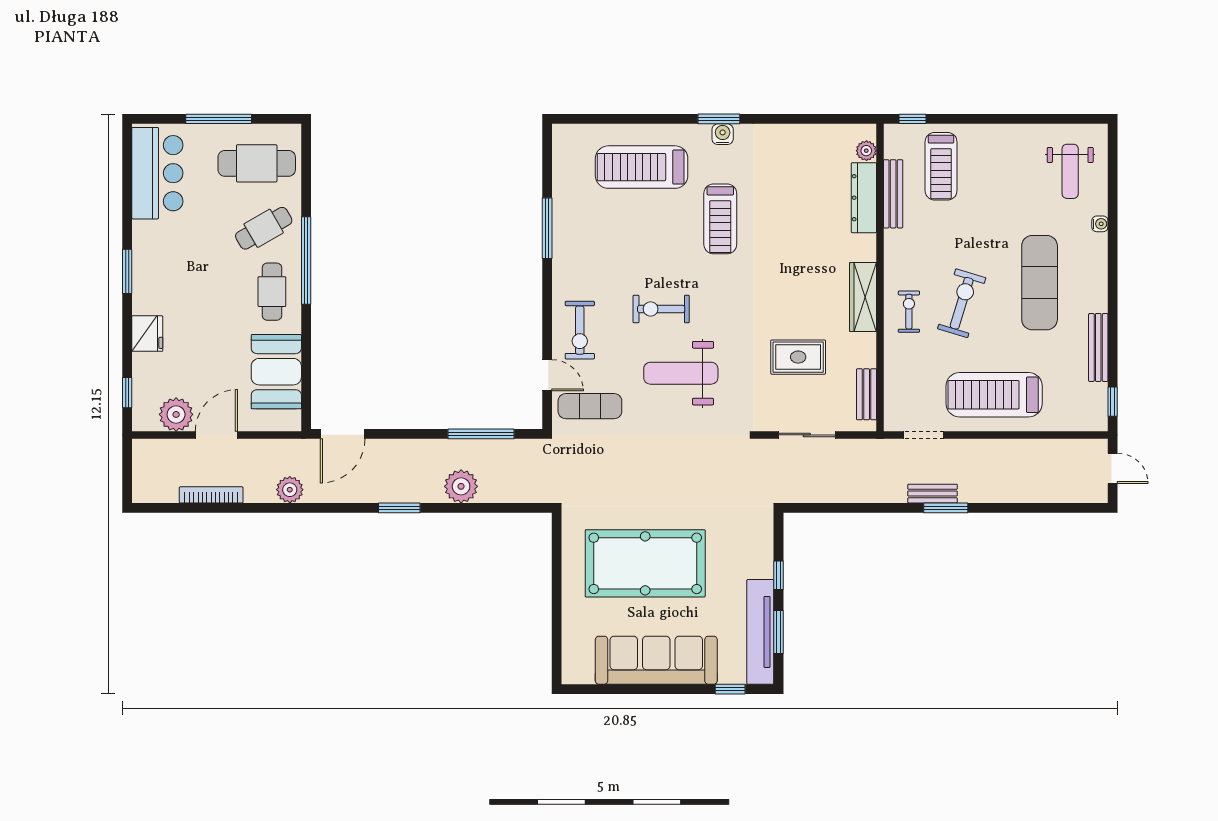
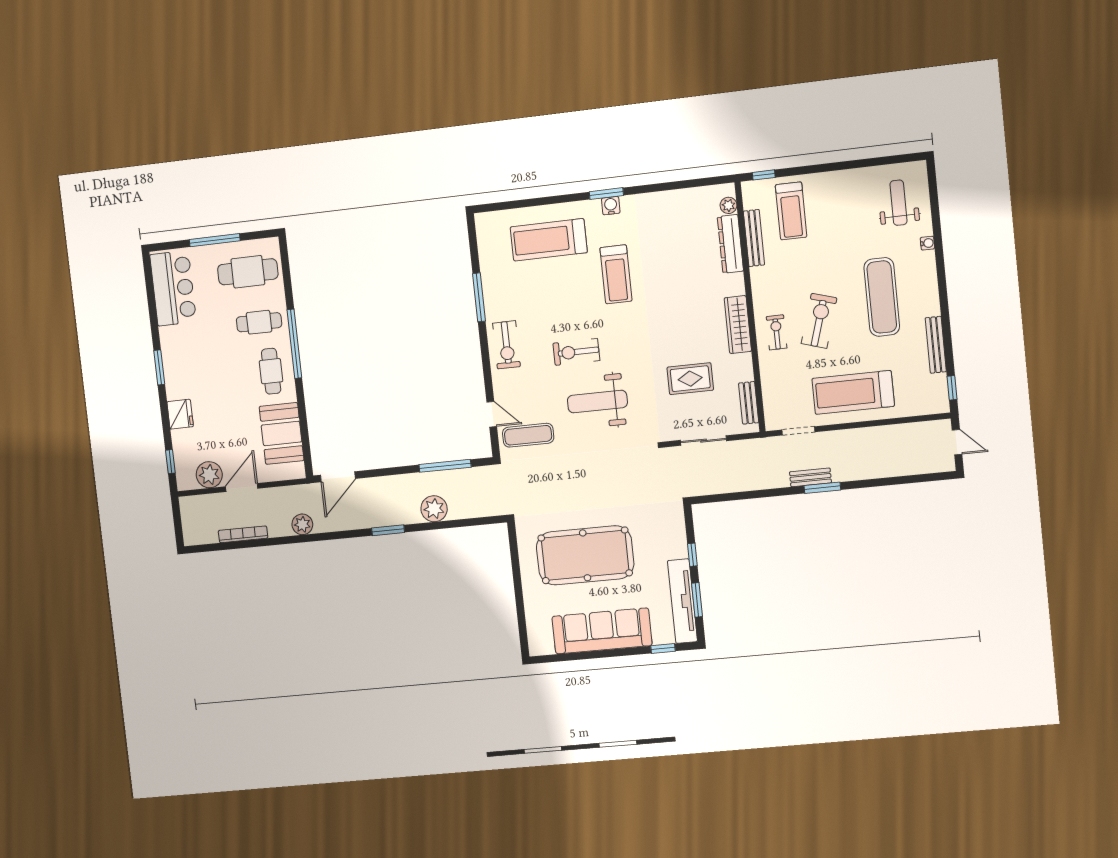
weight bench: (1070, 171) -> (898, 203), turned 180
cafe table: (264, 228) -> (259, 322), turned 30
exercise bike: (580, 330) -> (506, 345), moved

